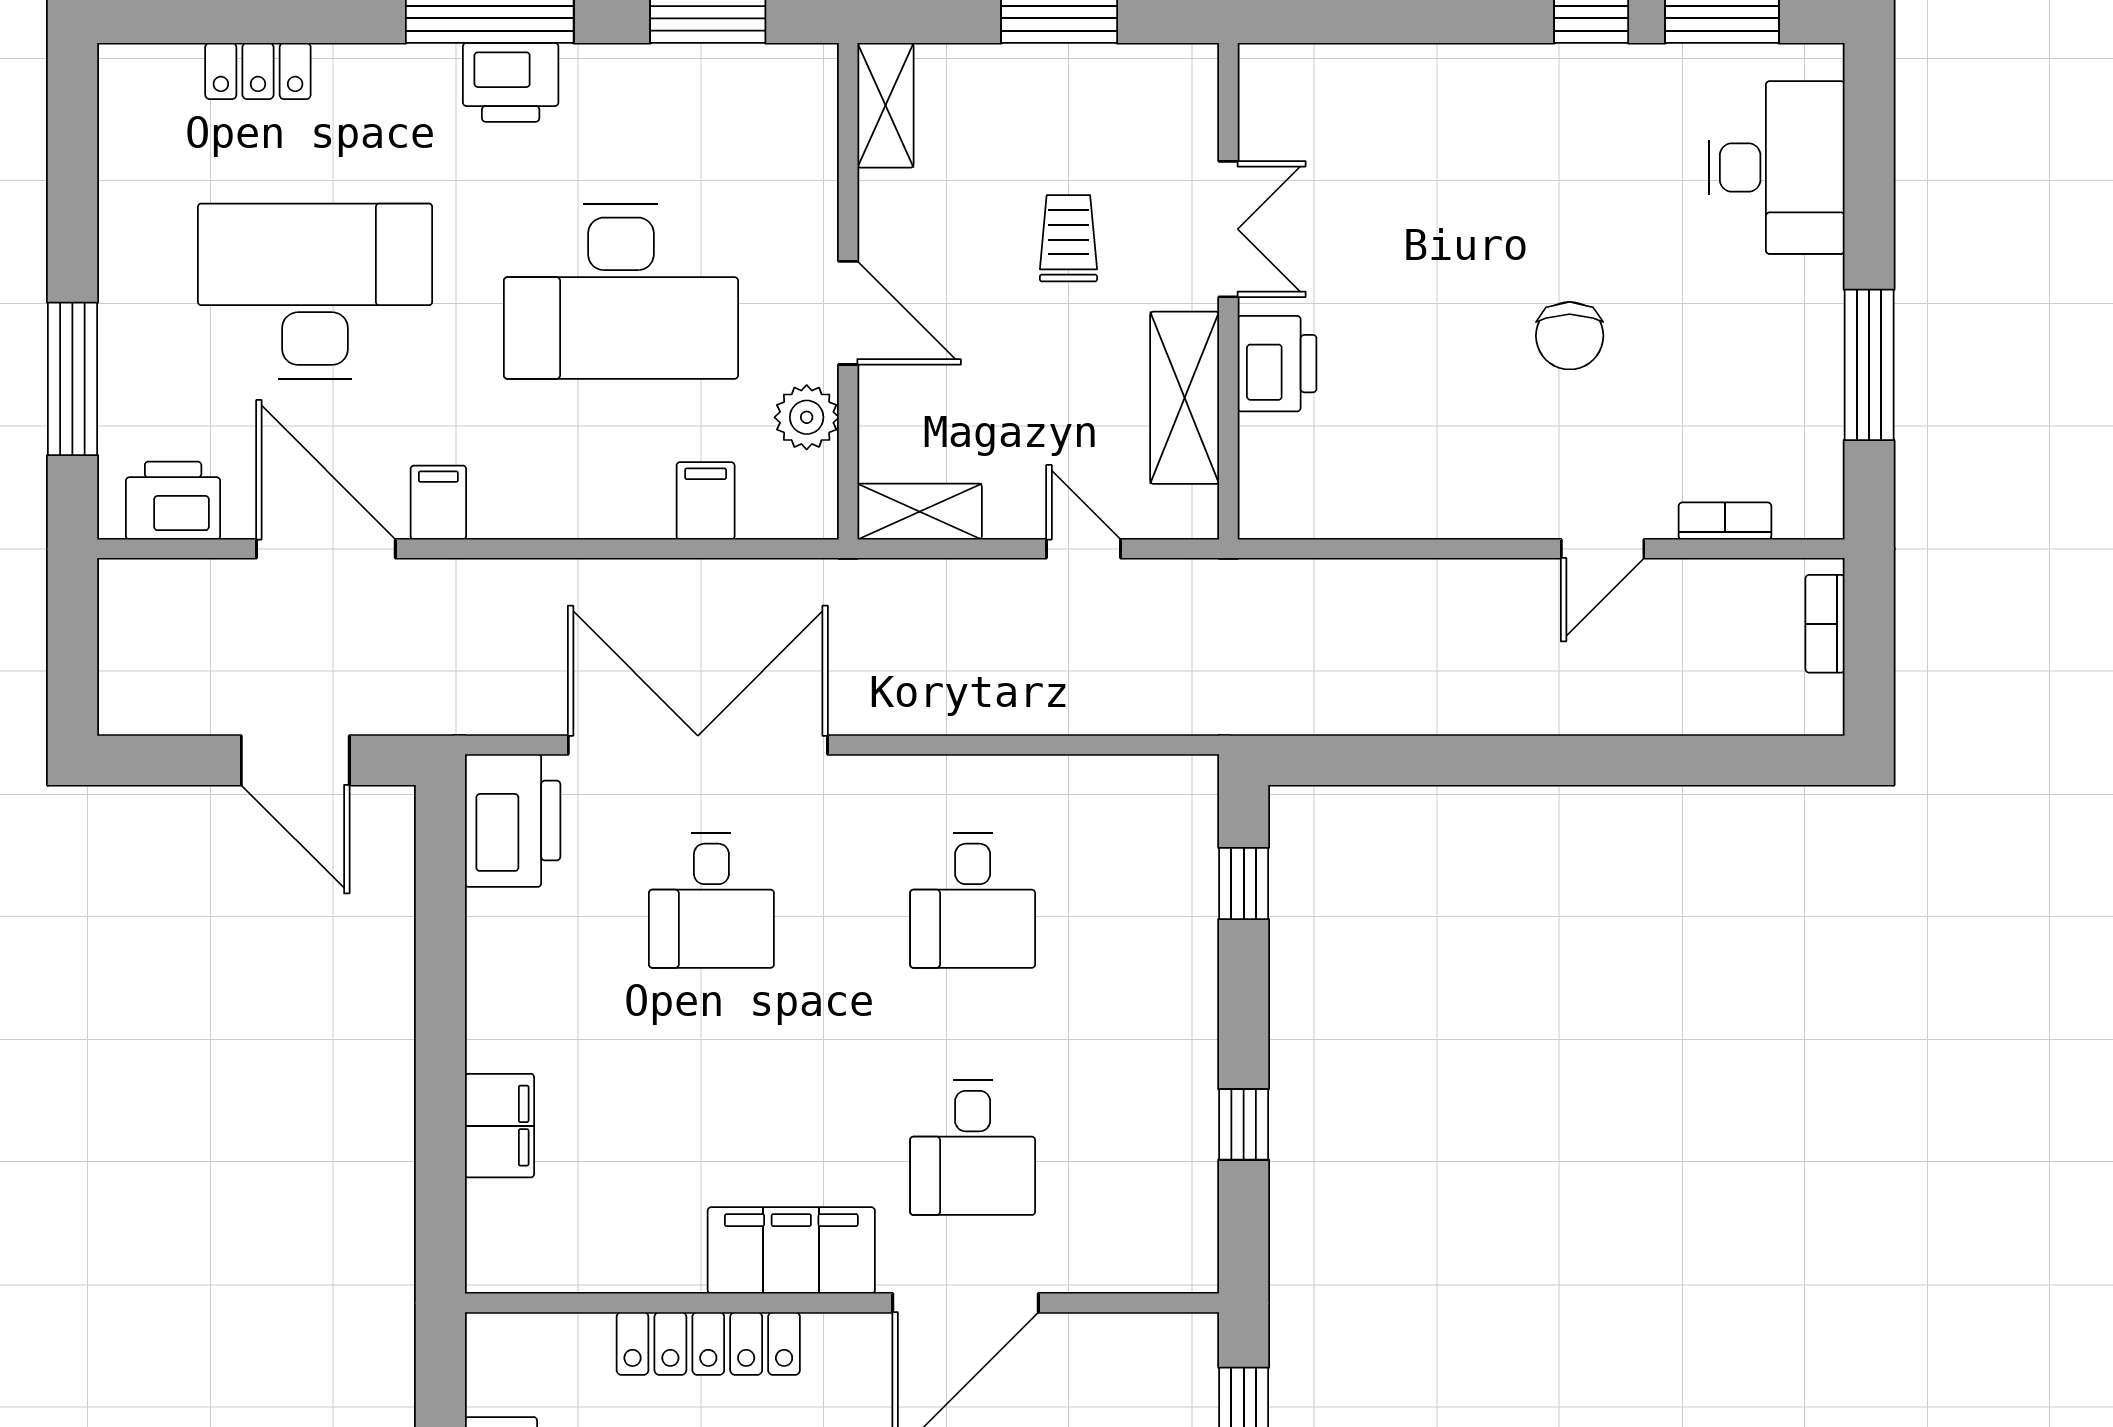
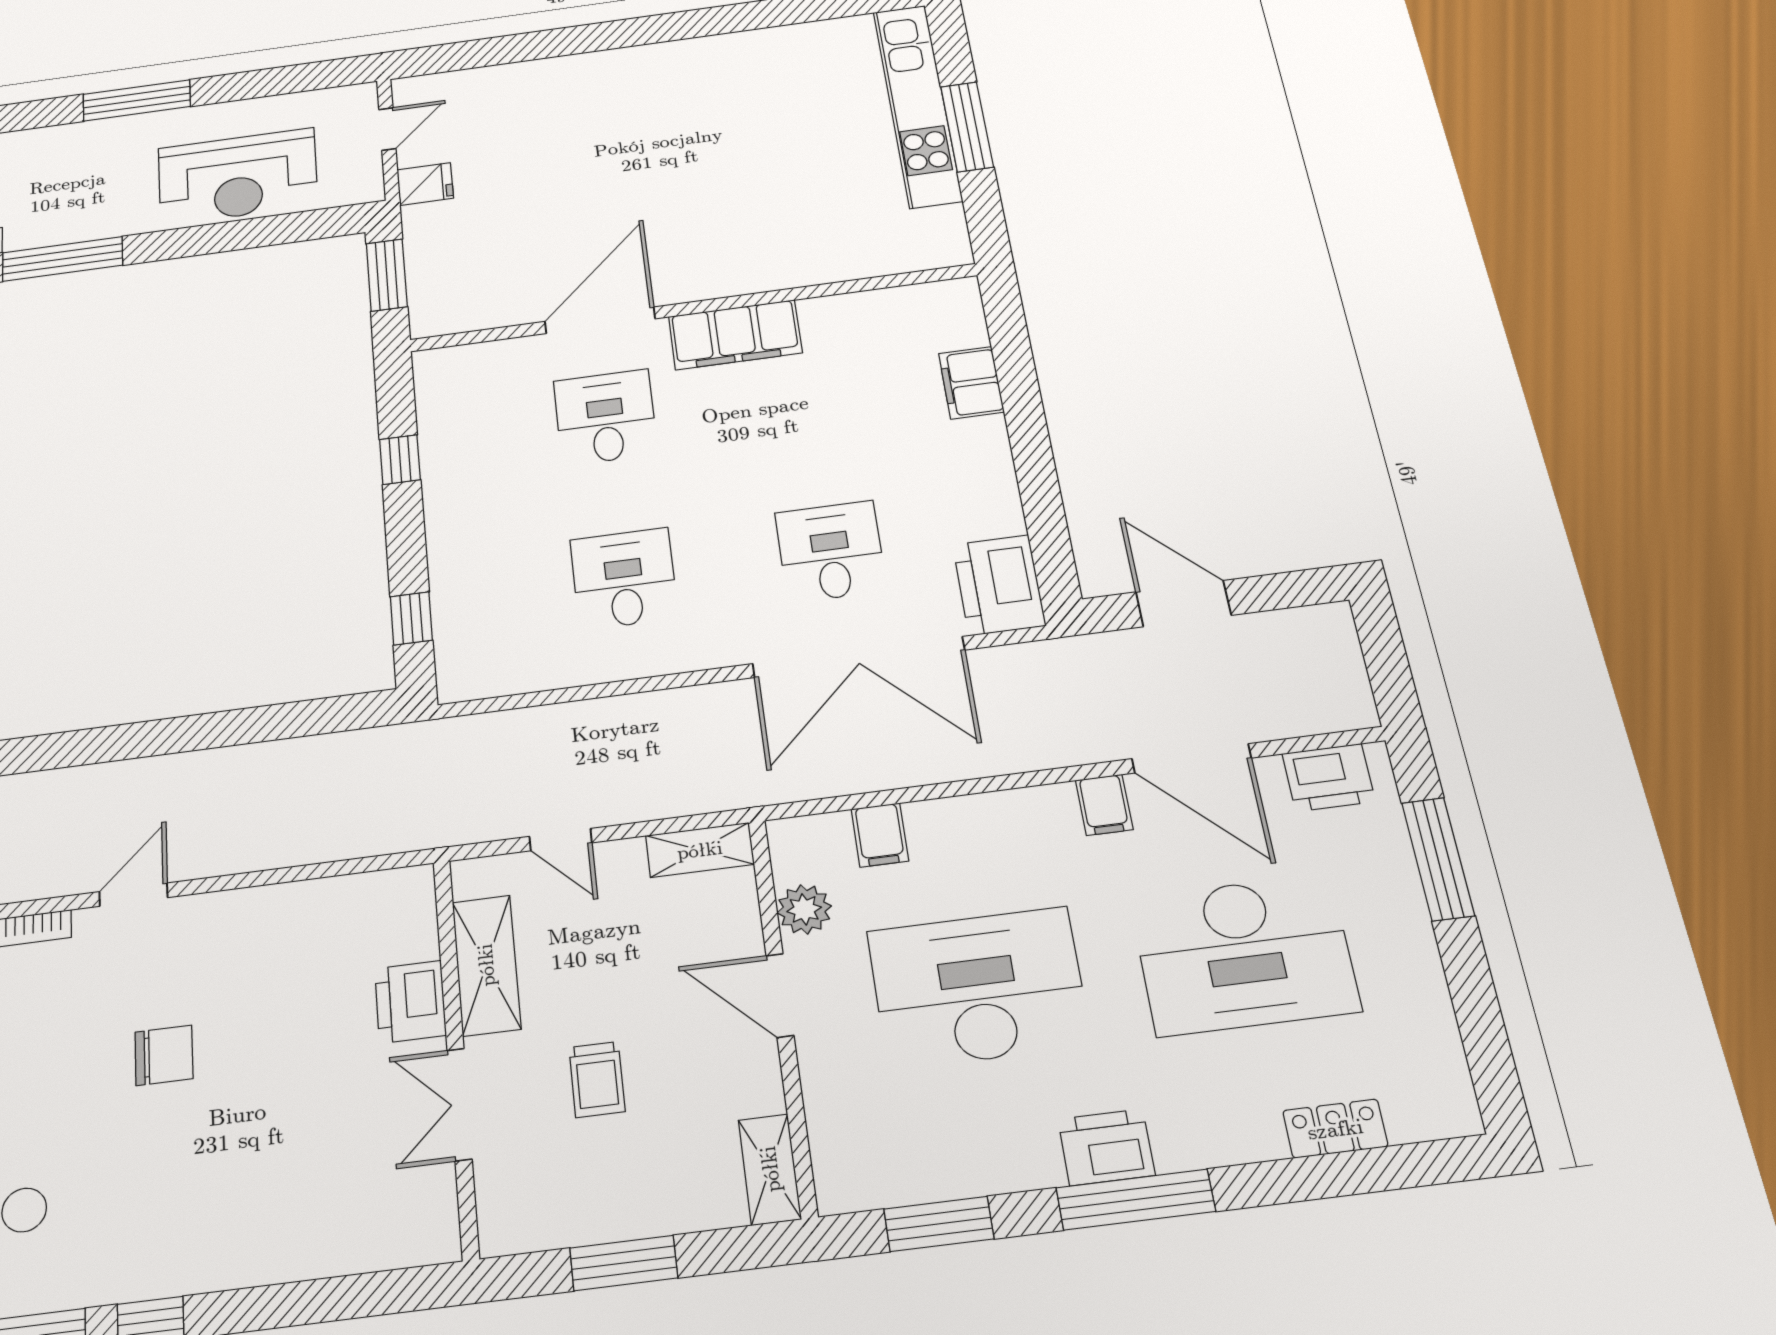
chair: (1570, 336) -> (164, 1055), turned 90
locker: (708, 1343) -> (789, 270), removed

